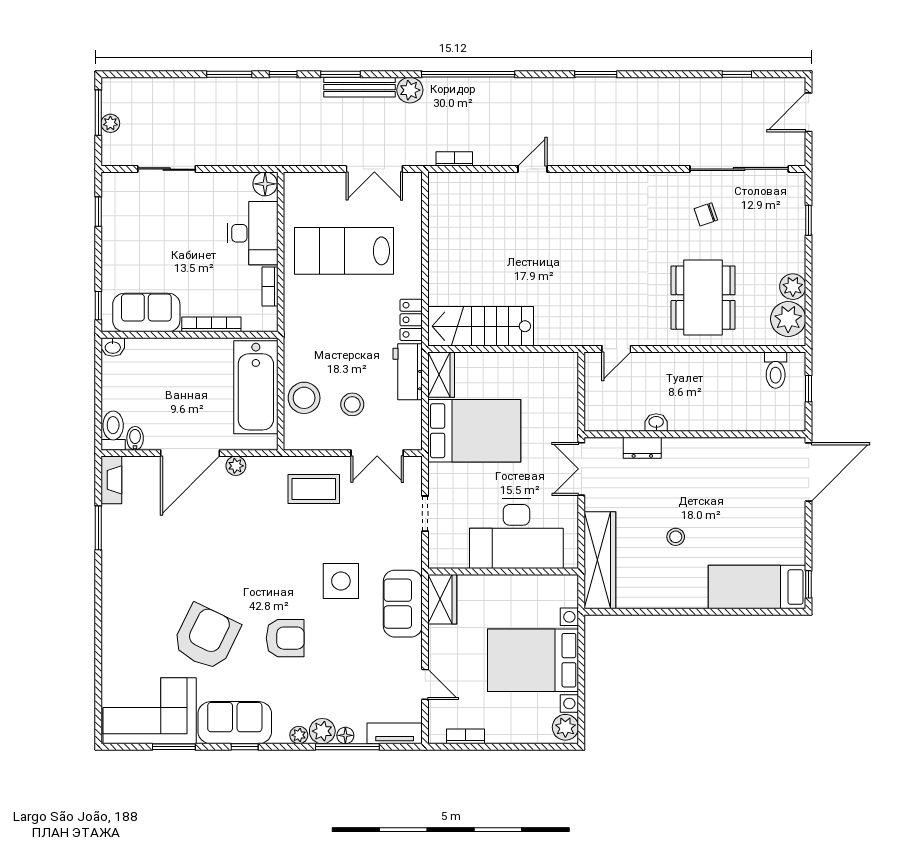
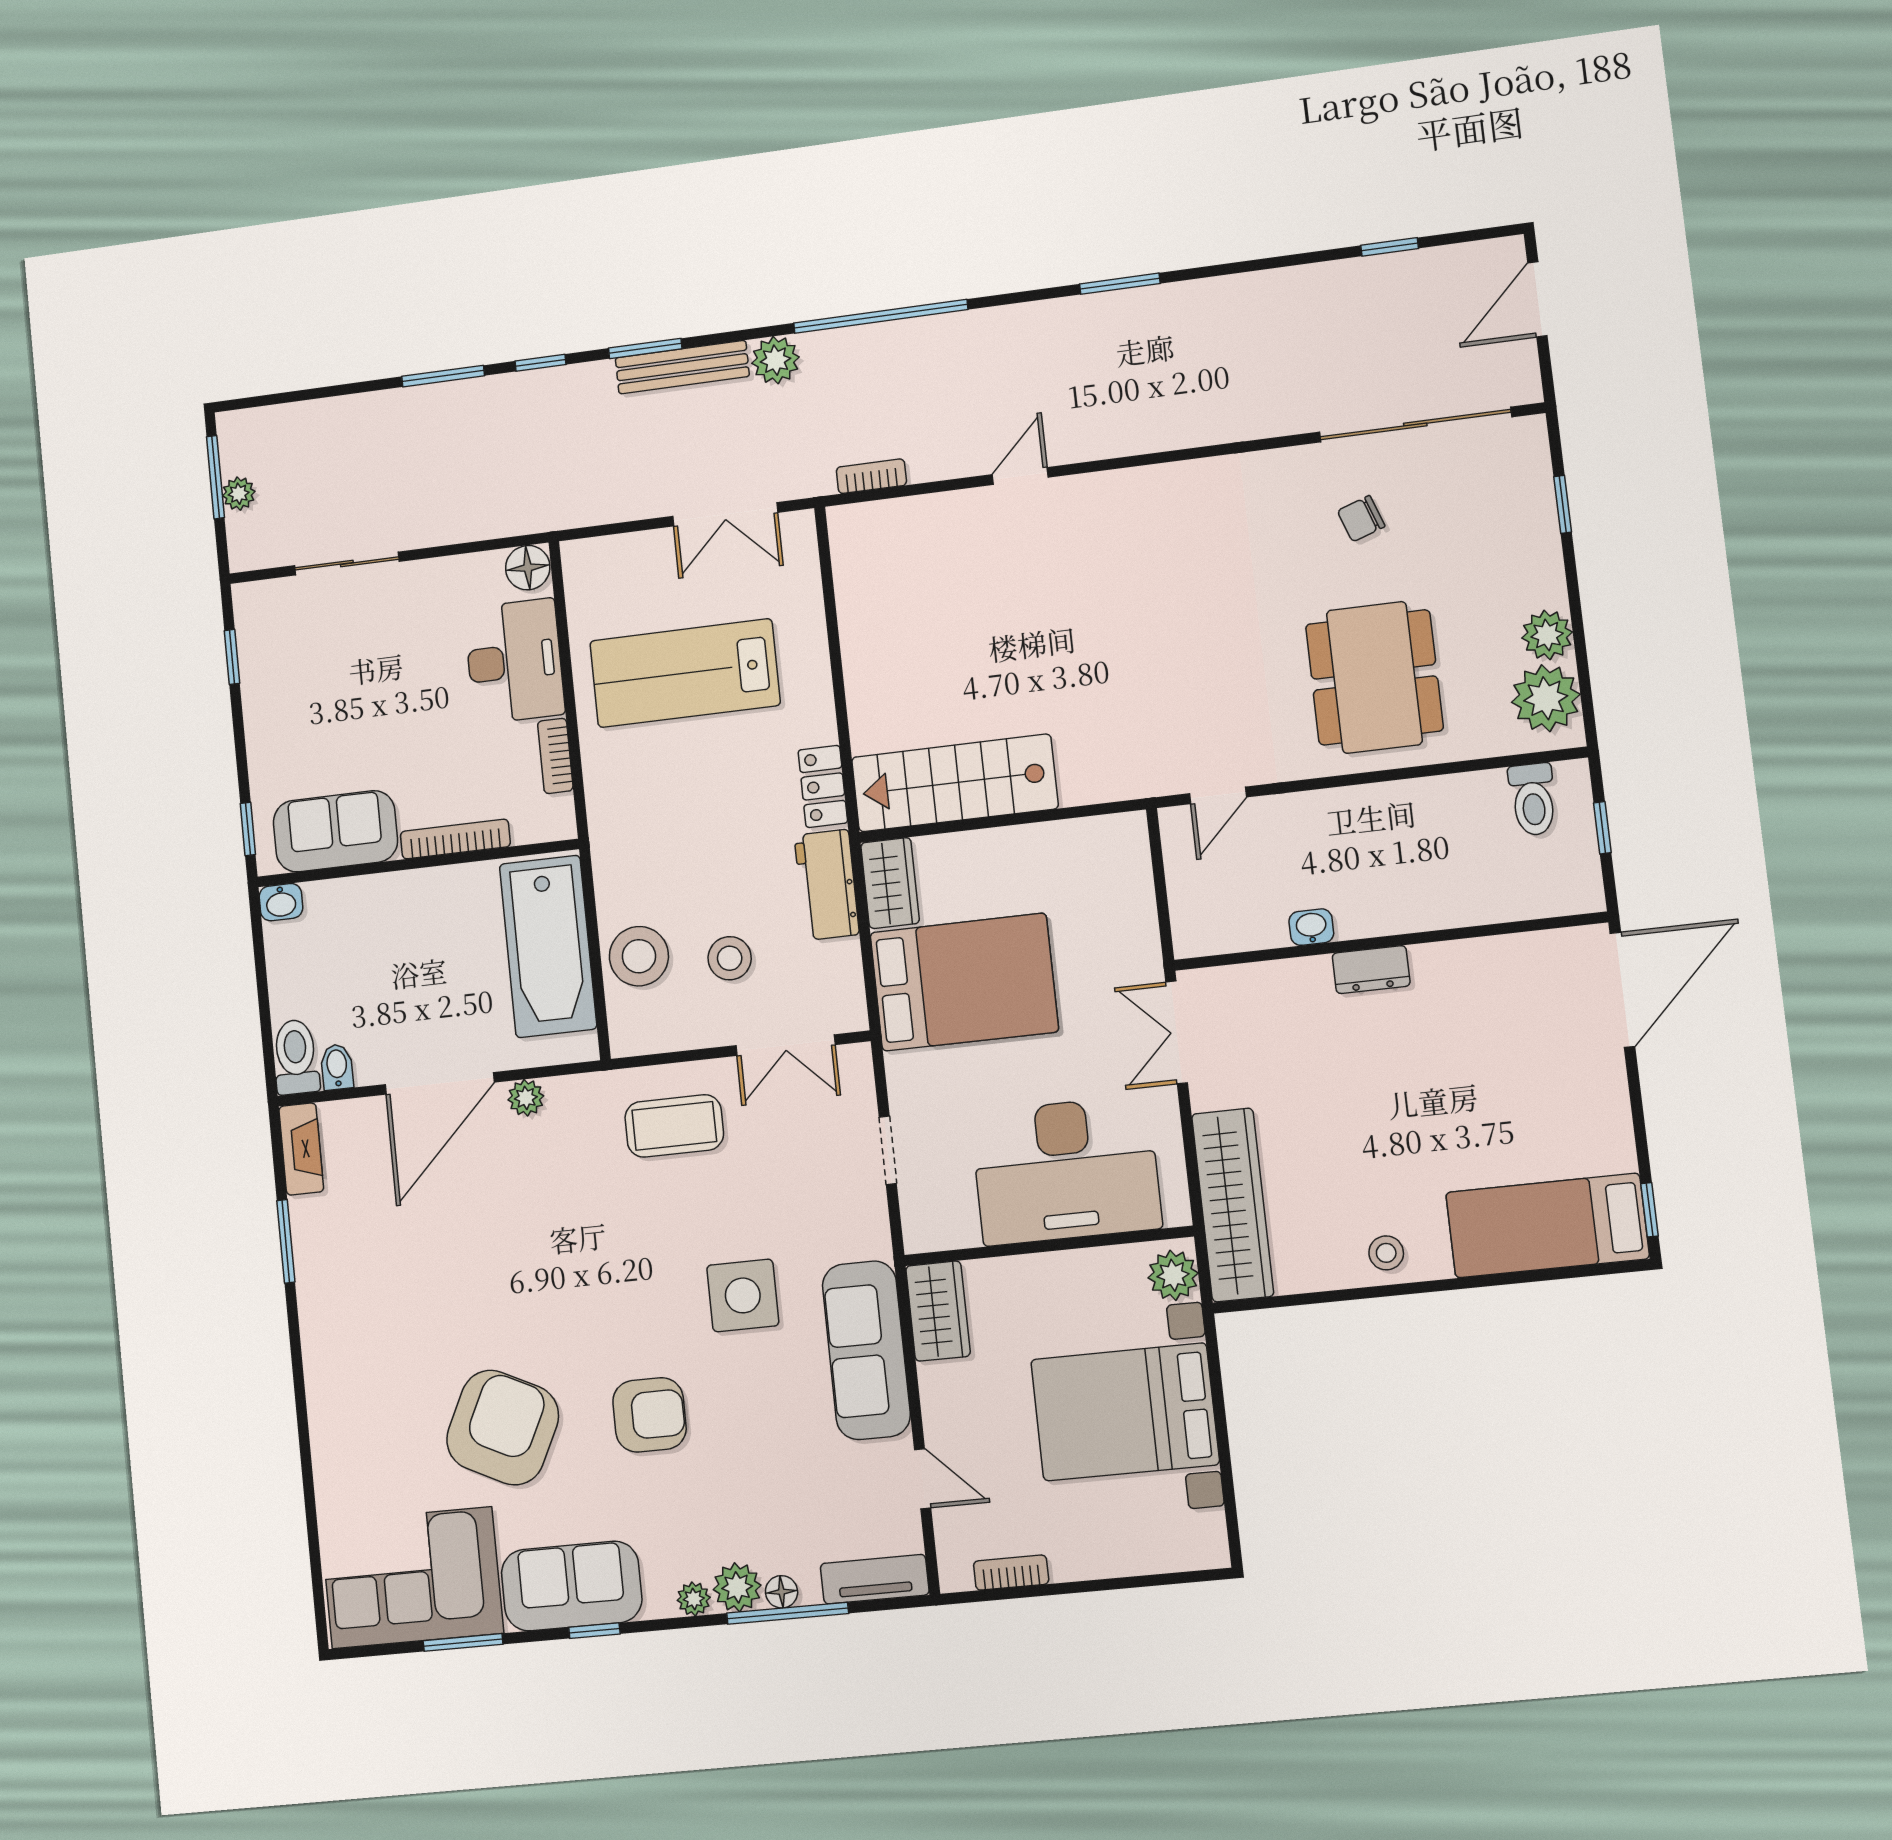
dresser: (642, 448) -> (1371, 970), moved
stool: (676, 537) -> (1386, 1253), moved
sofa: (403, 604) -> (866, 1350), width x1.36
plant: (565, 727) -> (1173, 1275), moved

